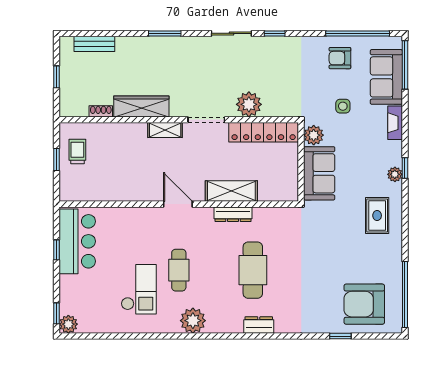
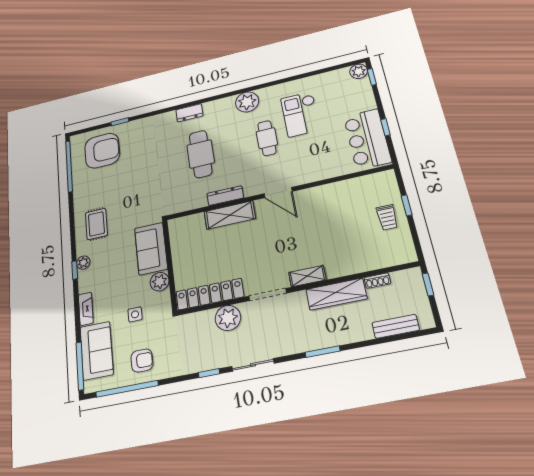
plant: (249, 104) -> (228, 318), moved
wardrobe: (141, 106) -> (336, 294), moved
shoe rack: (101, 111) -> (377, 281), moved
wall: (179, 120) -> (295, 289), moved
doorway: (206, 120) -> (268, 295), moved
shelving: (165, 130) -> (307, 276), moved
locker: (264, 132) -> (210, 294), moved

